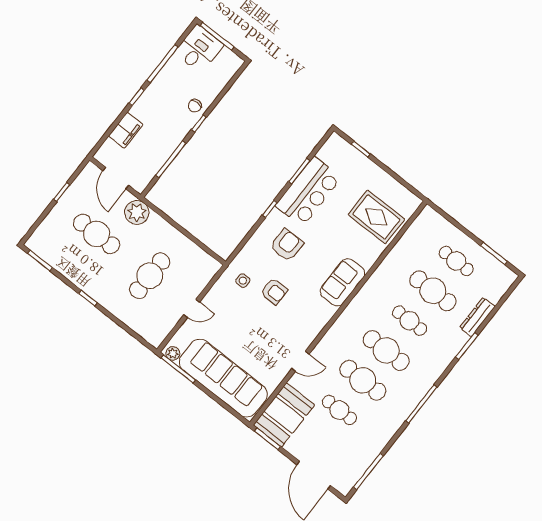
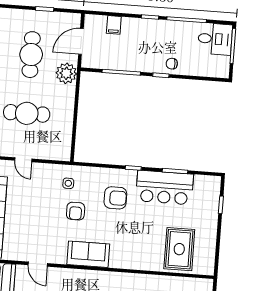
filing cabinet: (126, 130) -> (114, 25), width x0.50
sofa: (342, 282) -> (88, 254), moved

